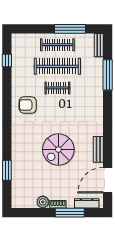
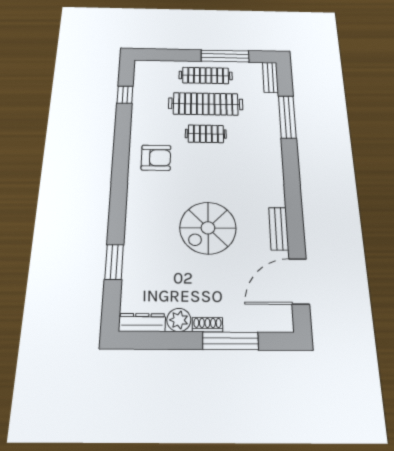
armchair: (28, 105) -> (156, 158), turned 180
dresser: (87, 203) -> (142, 322), moved

